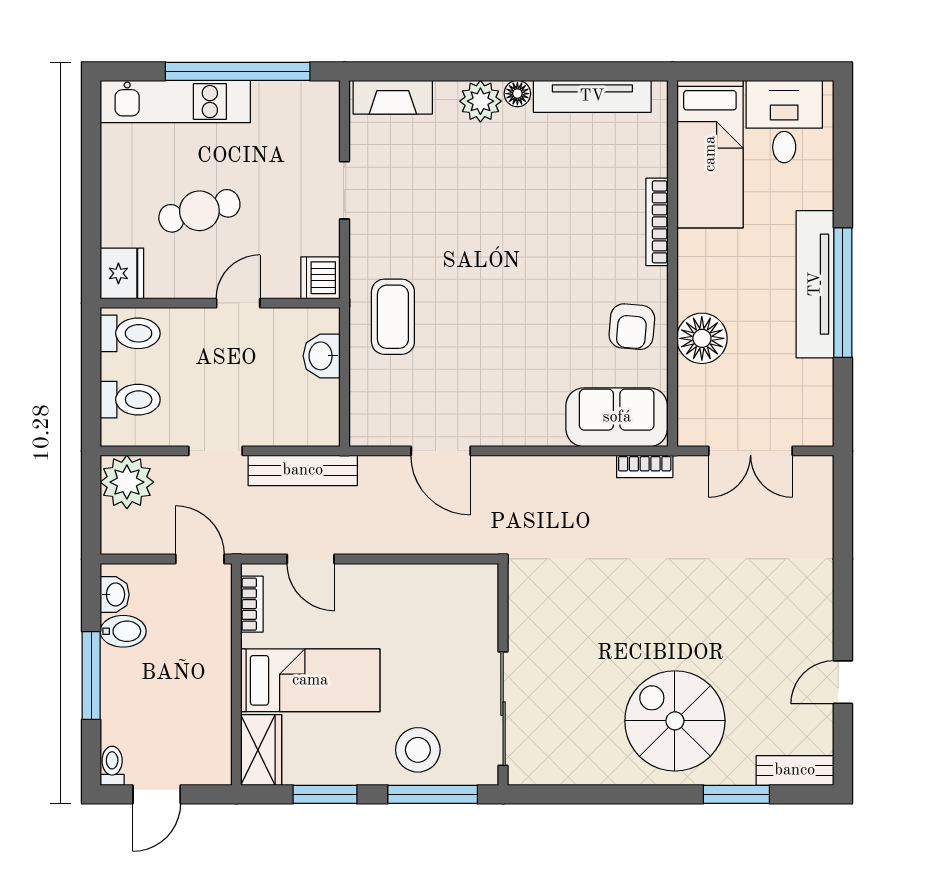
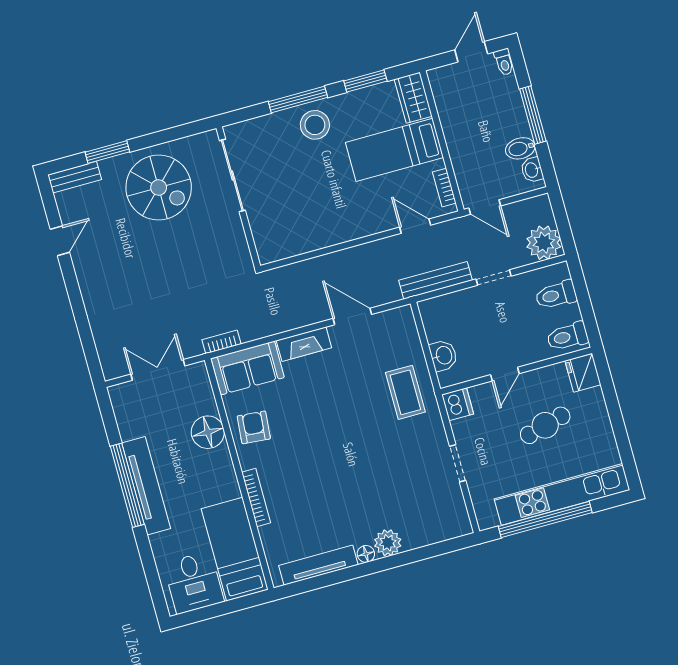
fireplace: (393, 97) -> (304, 344), moved, turned 180
kitchen unit: (175, 102) -> (562, 494), width x1.36
wall: (503, 674) -> (238, 197), moved
sliding door: (503, 709) -> (232, 175), moved

